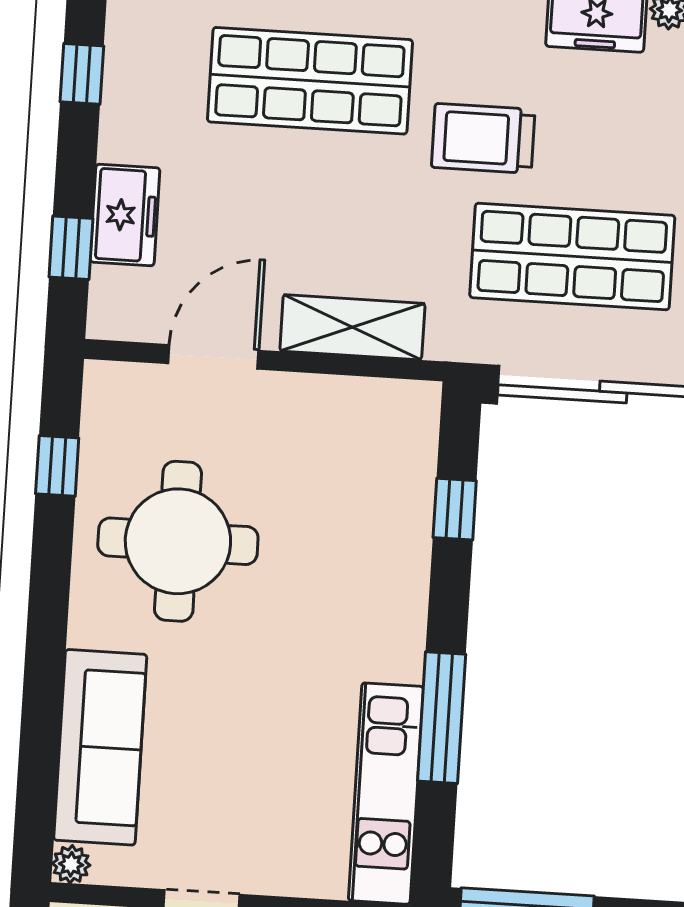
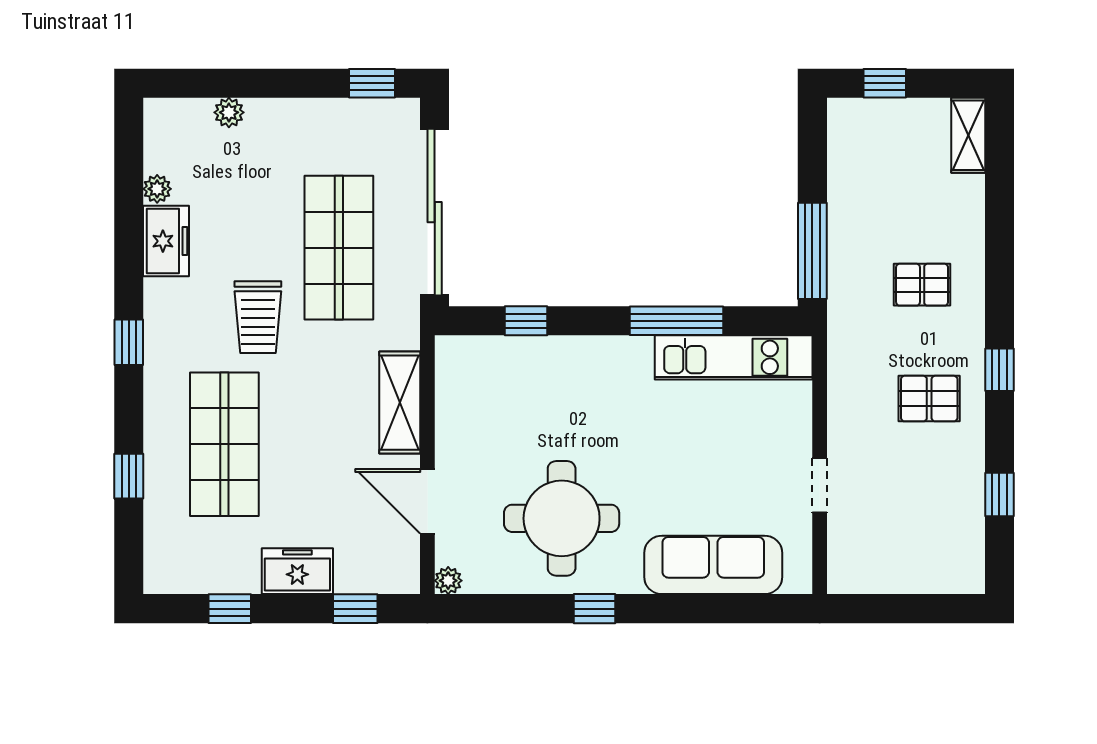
freezer: (125, 215) -> (297, 571), moved
window: (57, 466) -> (595, 609), moved
plant: (71, 864) -> (448, 581), moved

